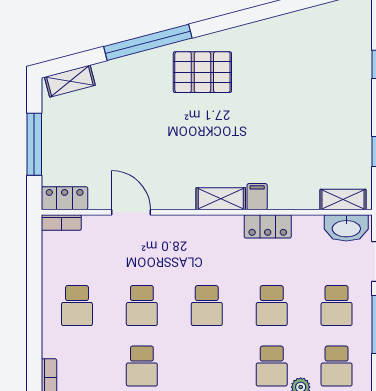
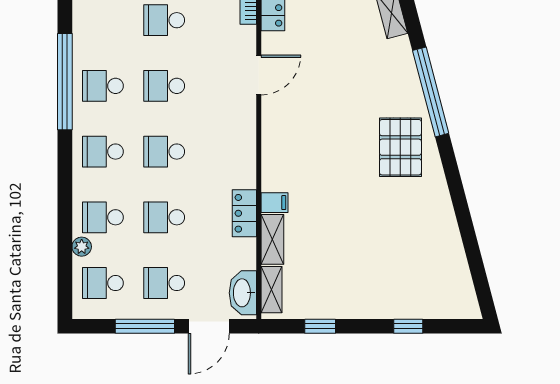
shelving: (221, 199) -> (272, 239), moved
school desk: (207, 366) -> (103, 152), added

